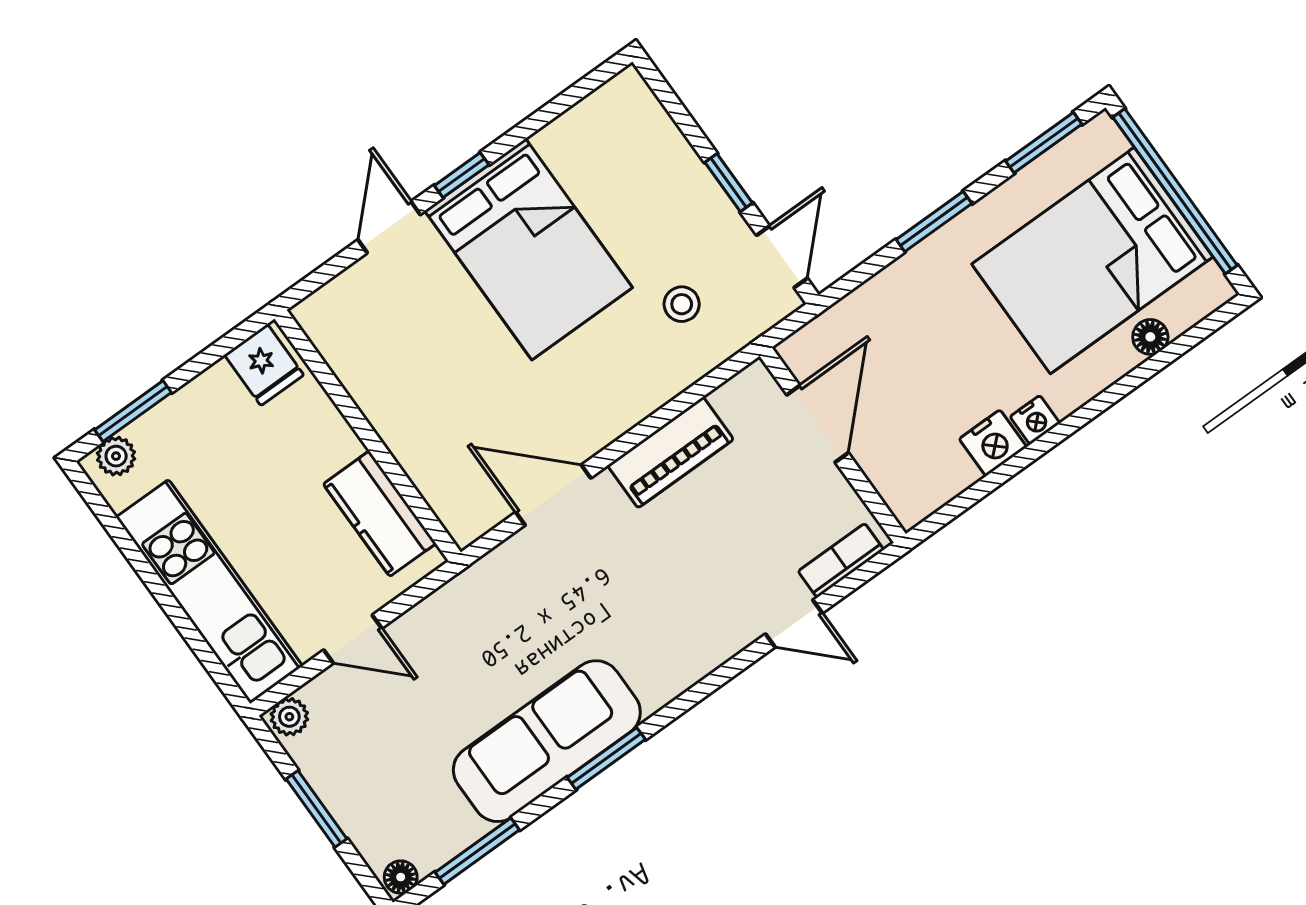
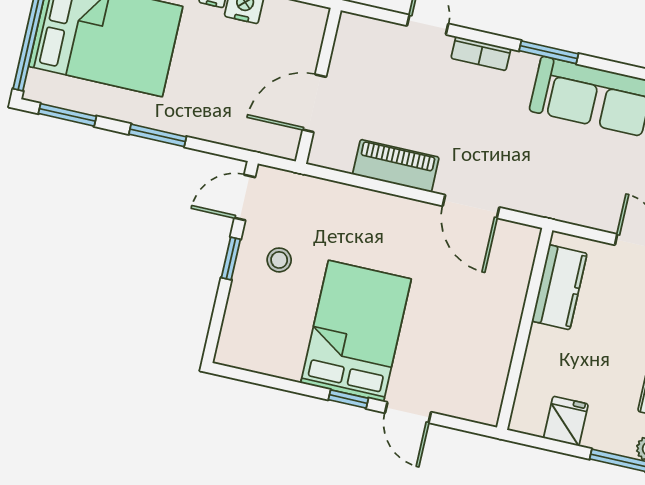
door: (389, 227) -> (408, 413), hinge flipped
stool: (682, 304) -> (279, 260), moved
fridge: (264, 365) -> (566, 421), moved
bookcase: (841, 560) -> (481, 54), moved
window: (606, 758) -> (549, 52), moved

